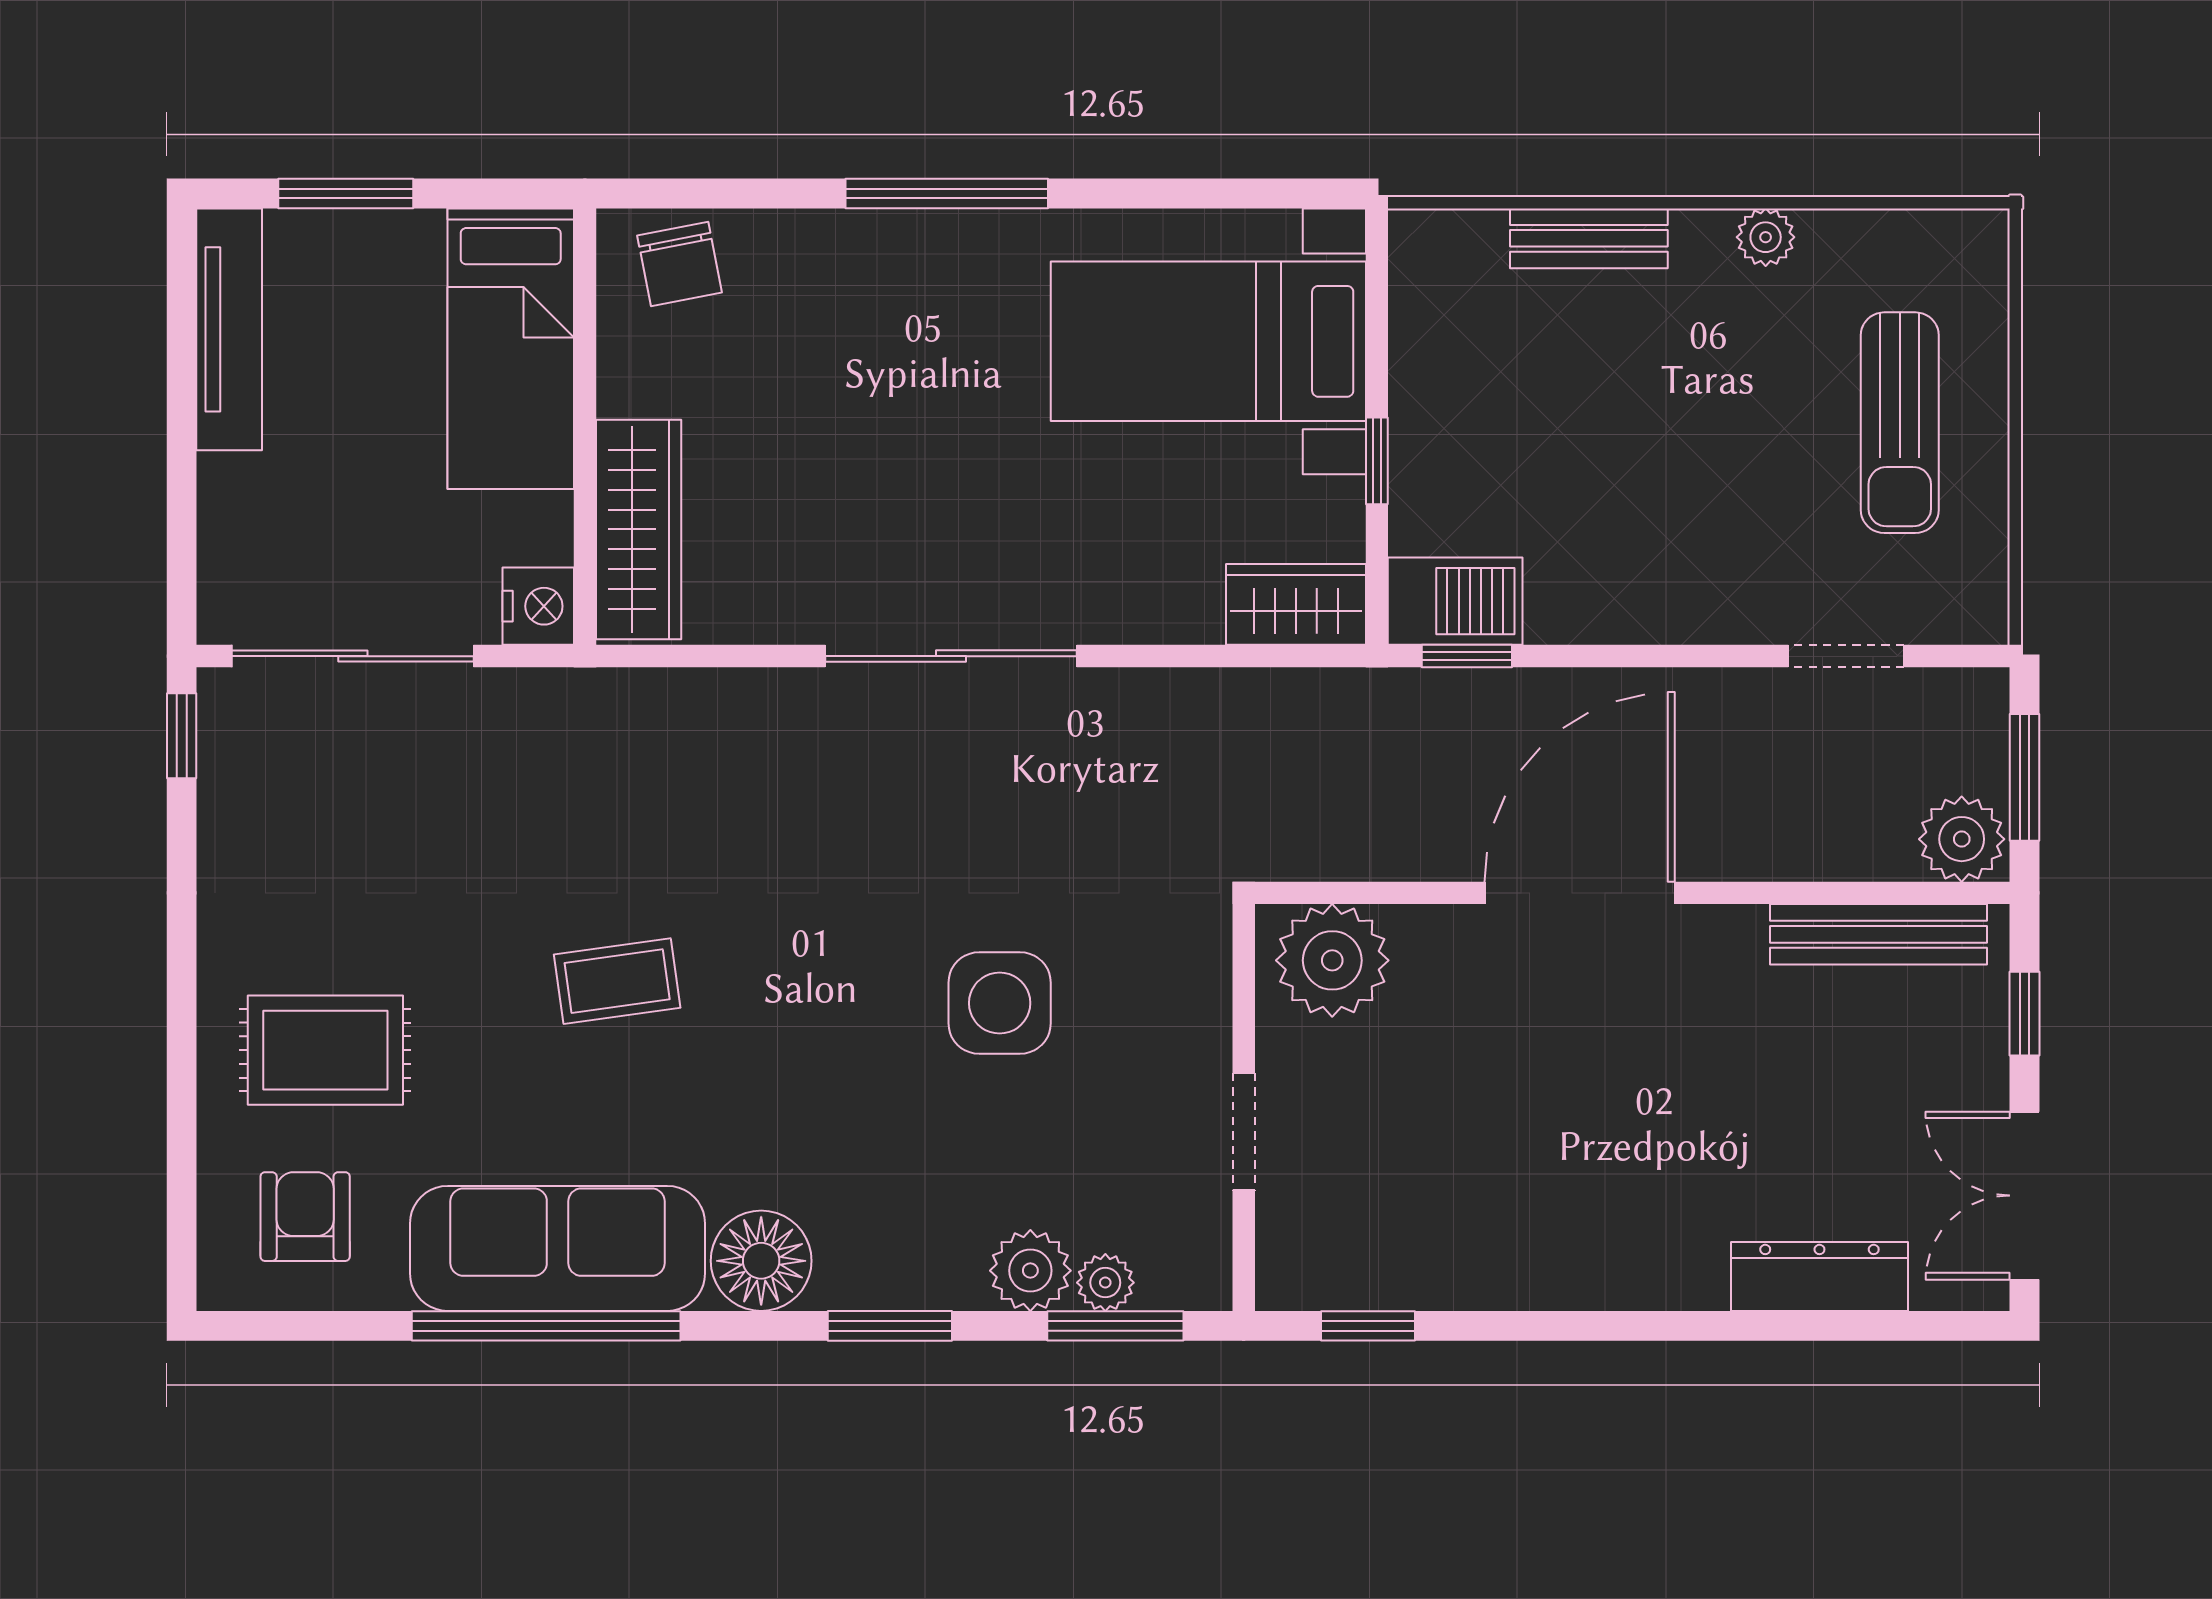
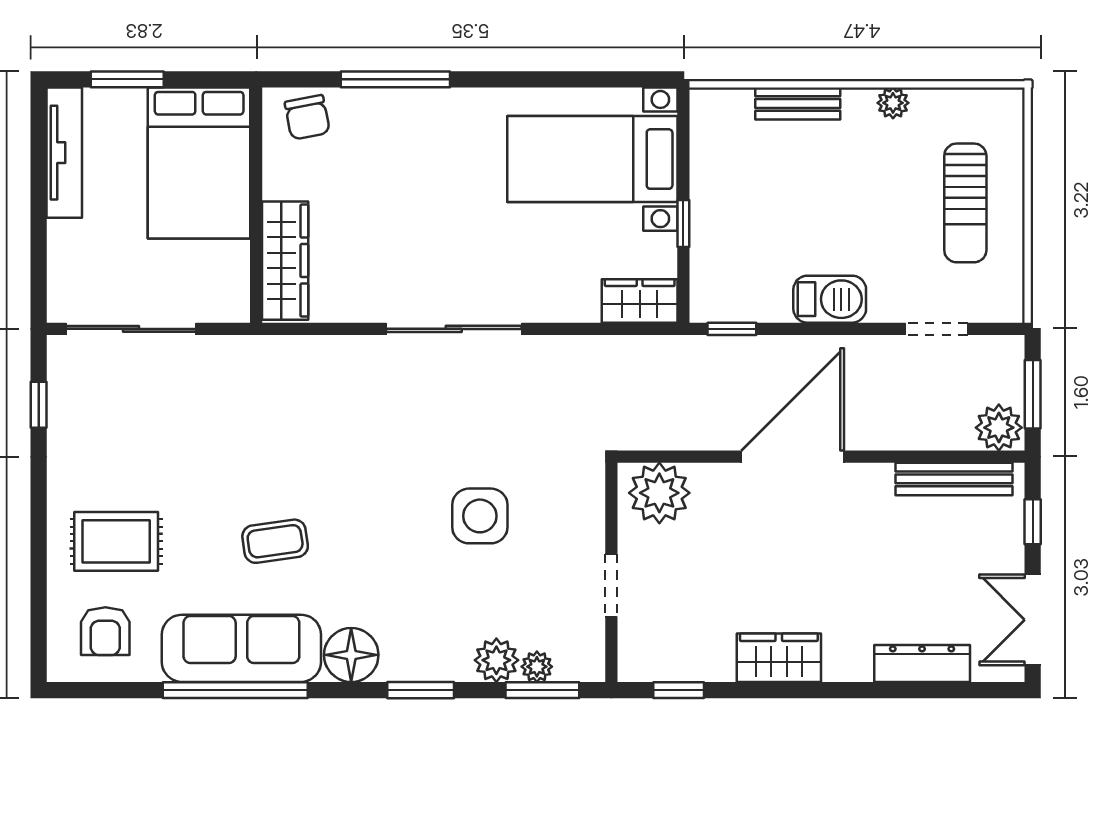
window: (947, 193) -> (395, 79), moved
bed: (511, 349) -> (199, 163), width x1.50
barbecue: (1455, 601) -> (830, 299), moved
nightstand: (538, 606) -> (231, 302), removed
window: (182, 736) -> (39, 405), moved
coffee table: (617, 981) -> (275, 541), moved
armchair: (305, 1217) -> (105, 631), turned 180
wardrobe: (1554, 1266) -> (779, 658), added

